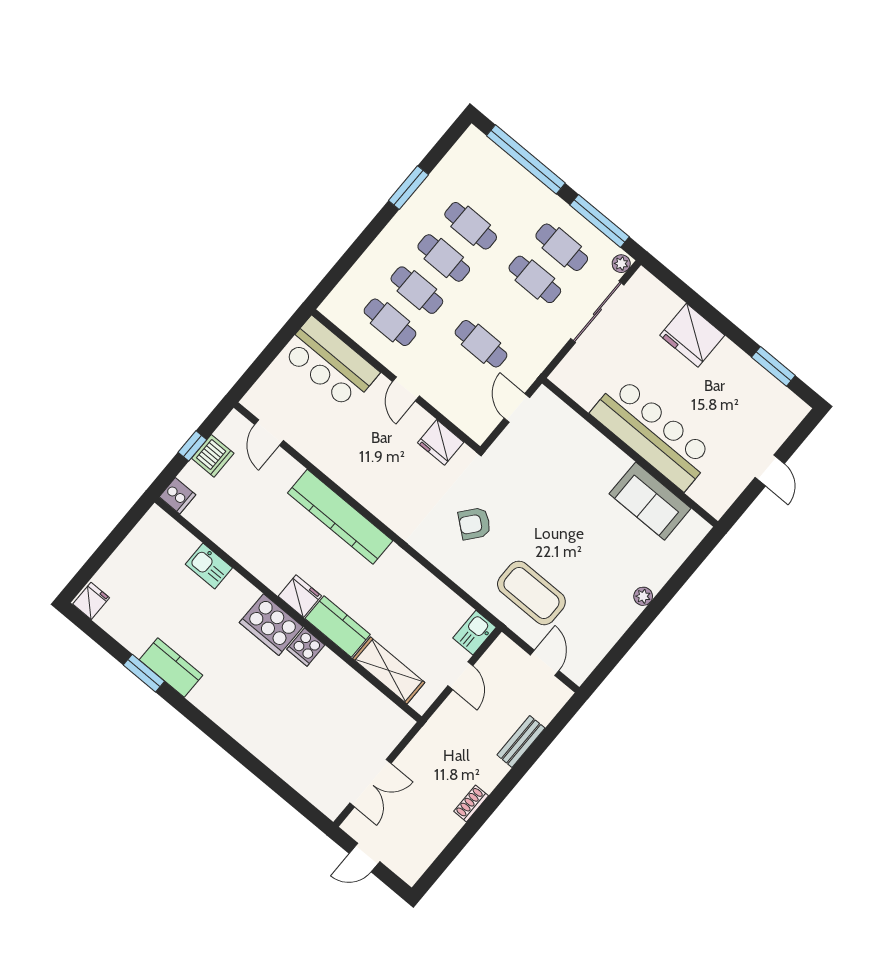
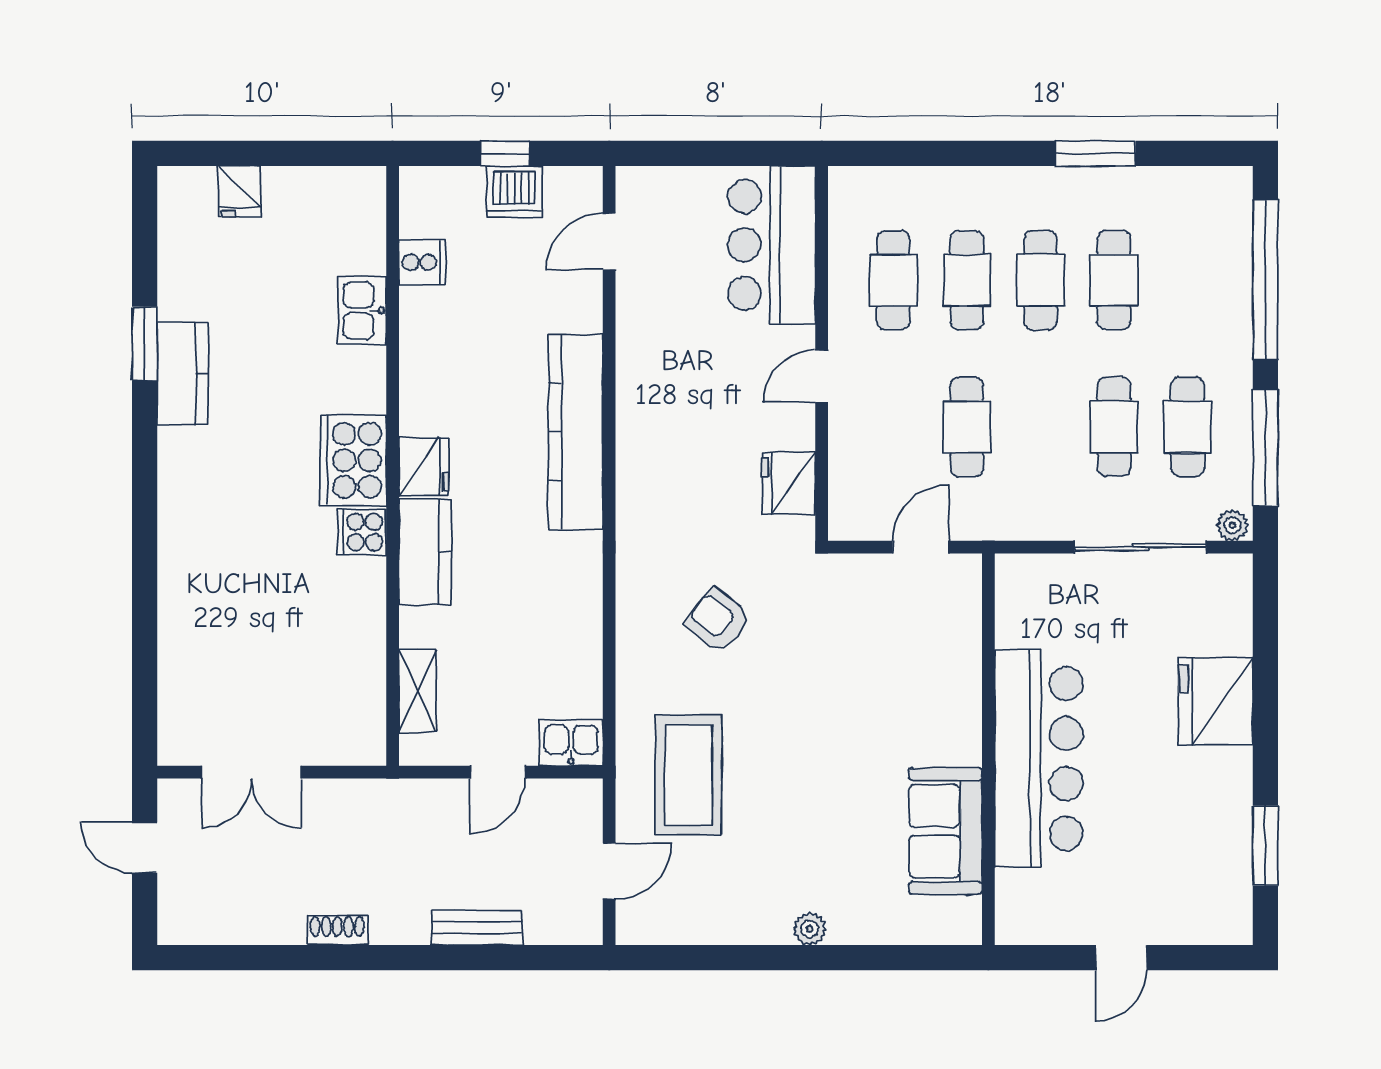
cooker: (177, 496) -> (422, 262), moved, turned -90
fridge: (91, 601) -> (239, 191), moved, turned 90
shelving: (389, 670) -> (417, 691), width x0.67, depth x0.75

